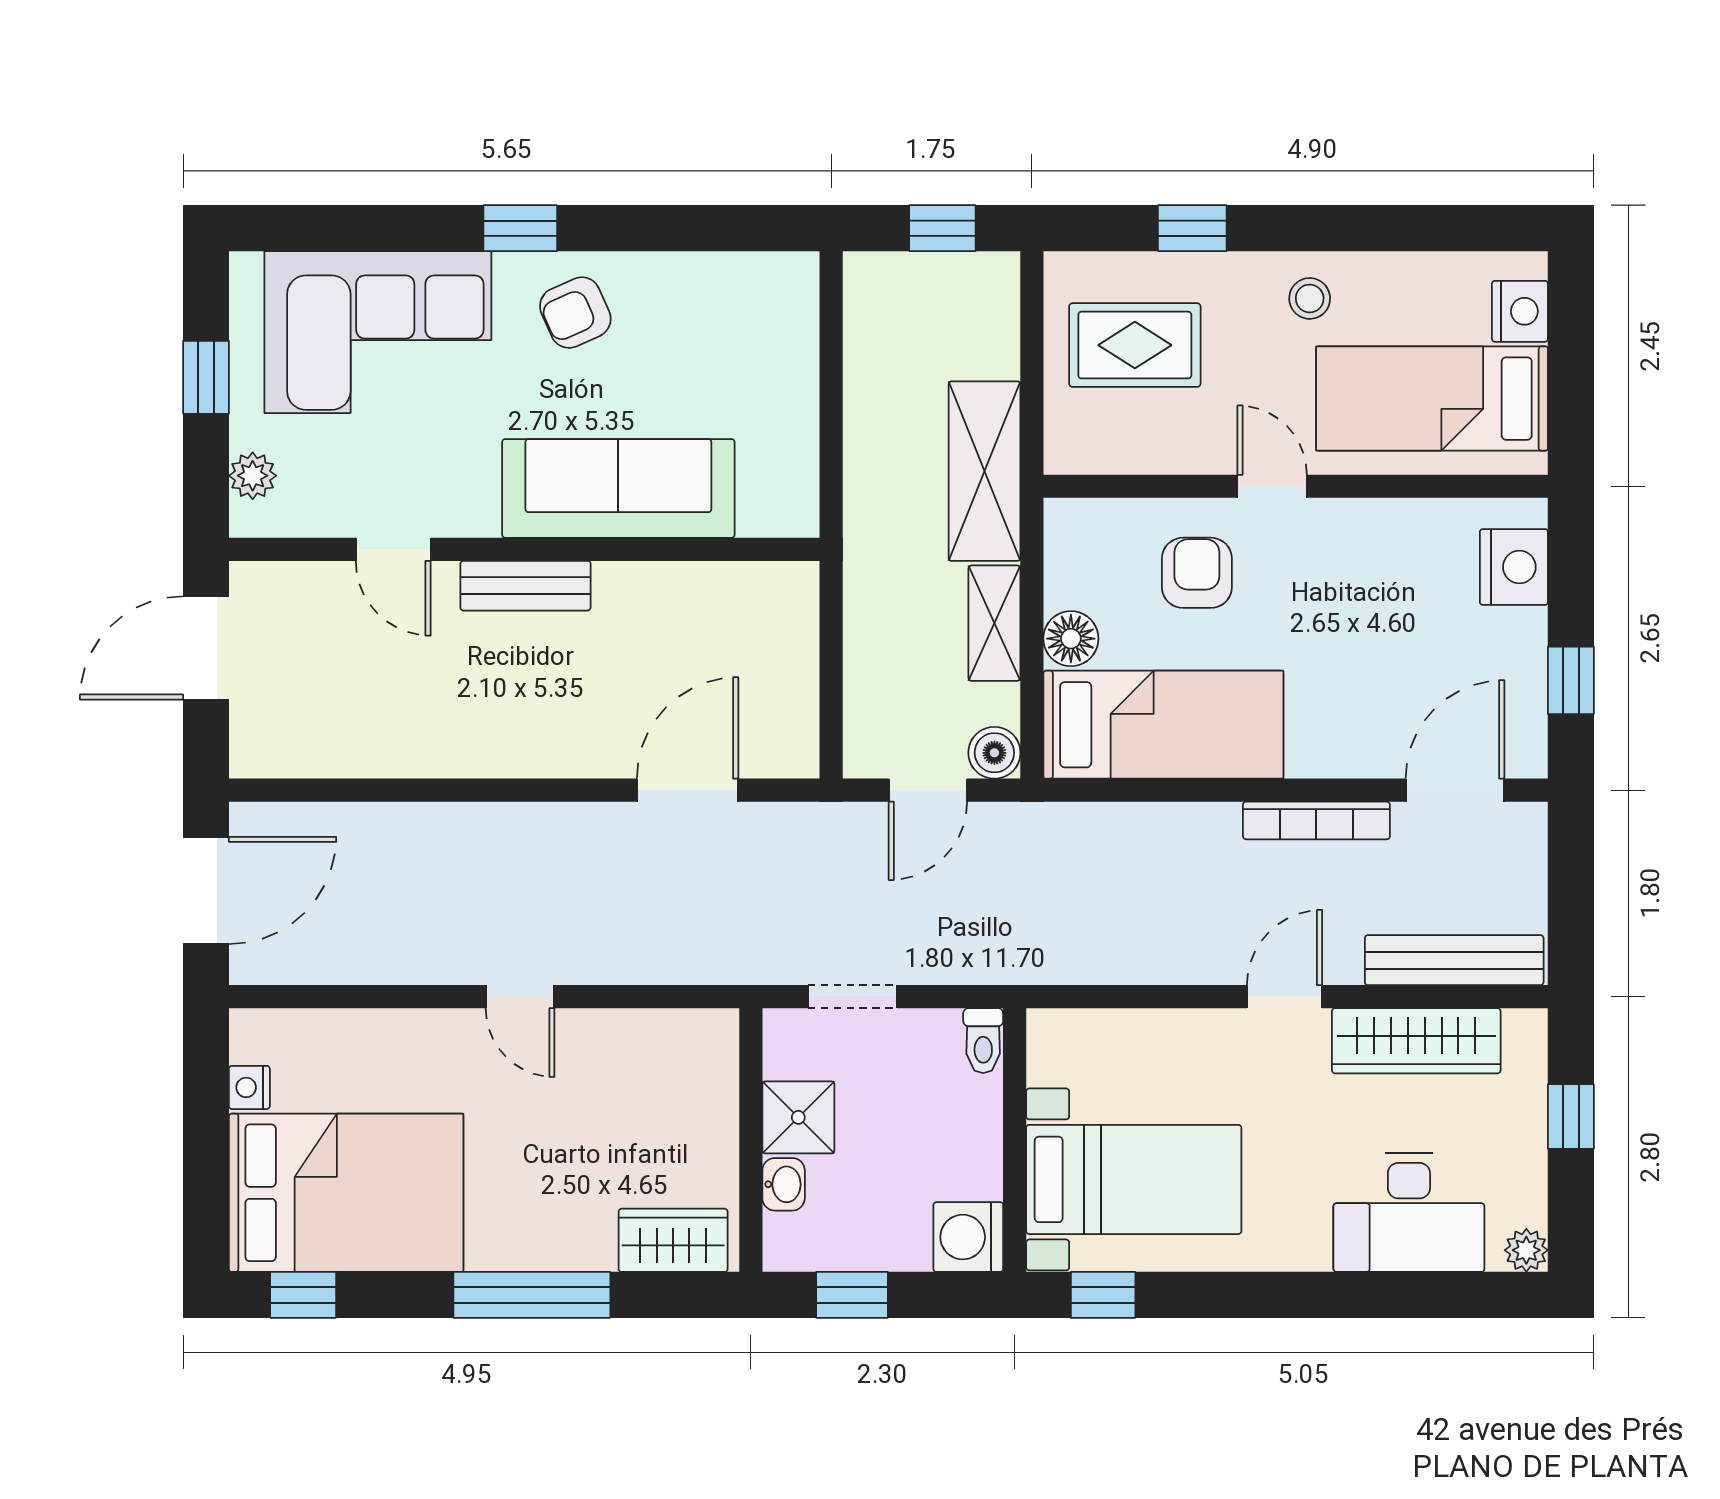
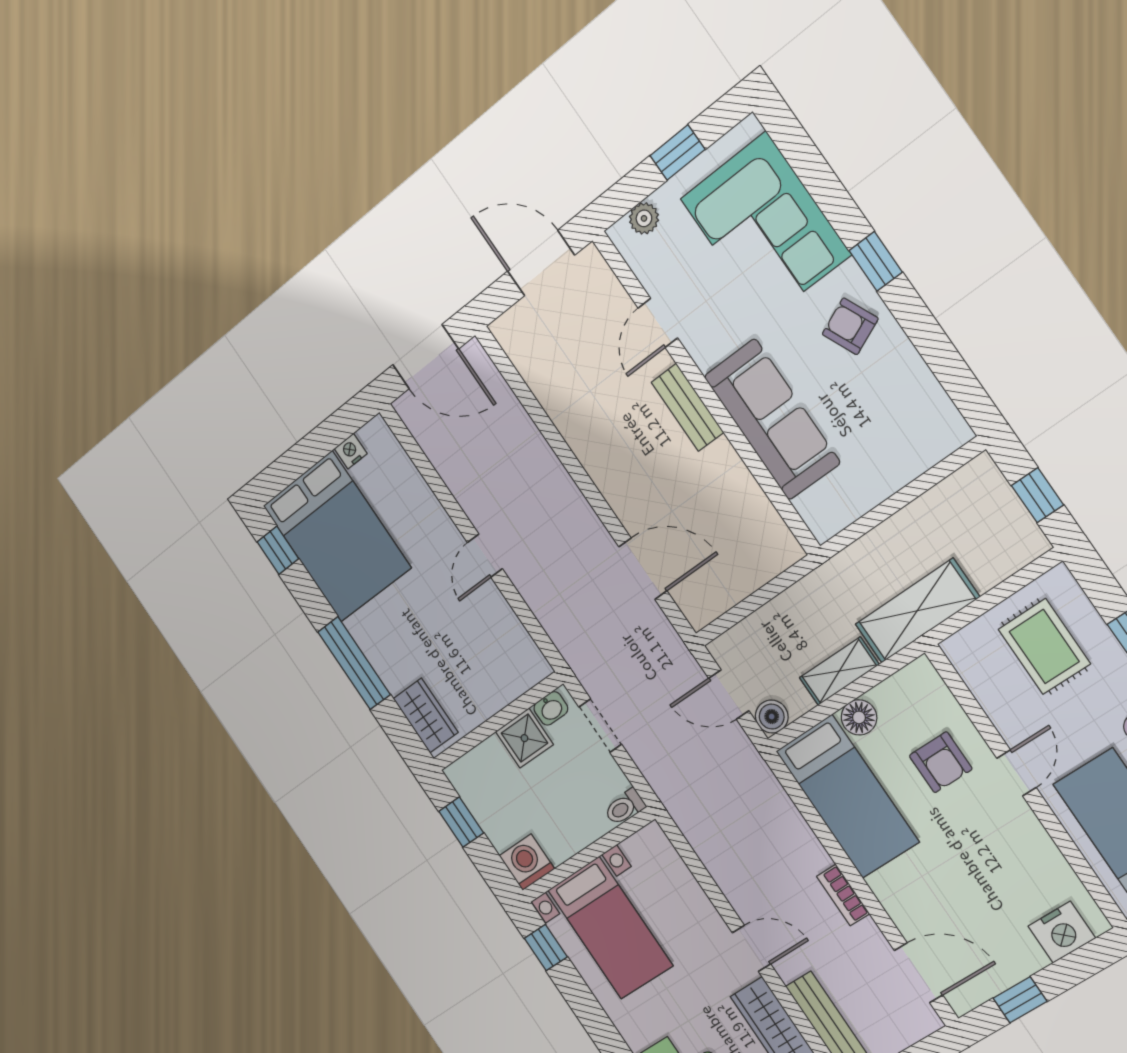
armchair: (1197, 573) -> (941, 762), turned 90
bookcase: (1316, 820) -> (843, 895), width x0.64
washbasin: (784, 1184) -> (551, 708), moved

